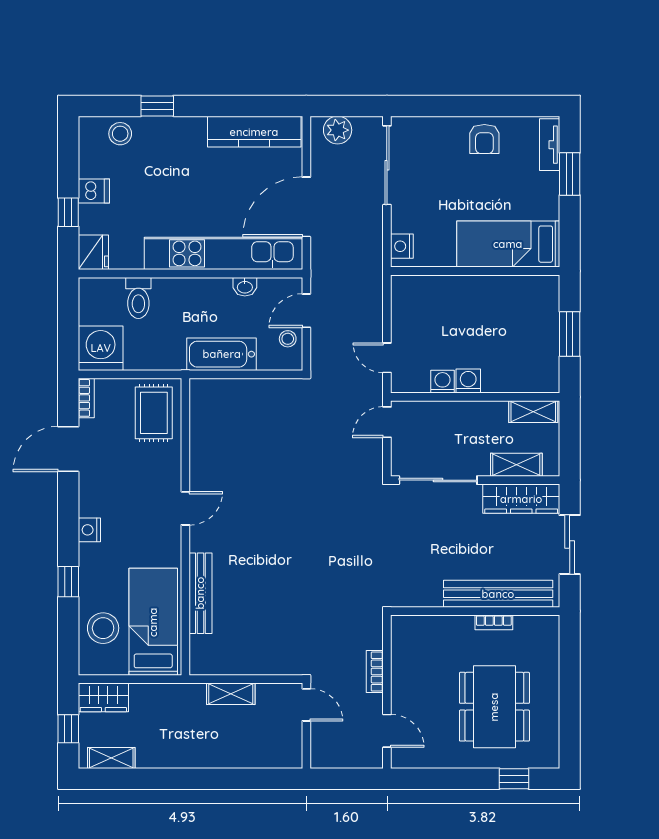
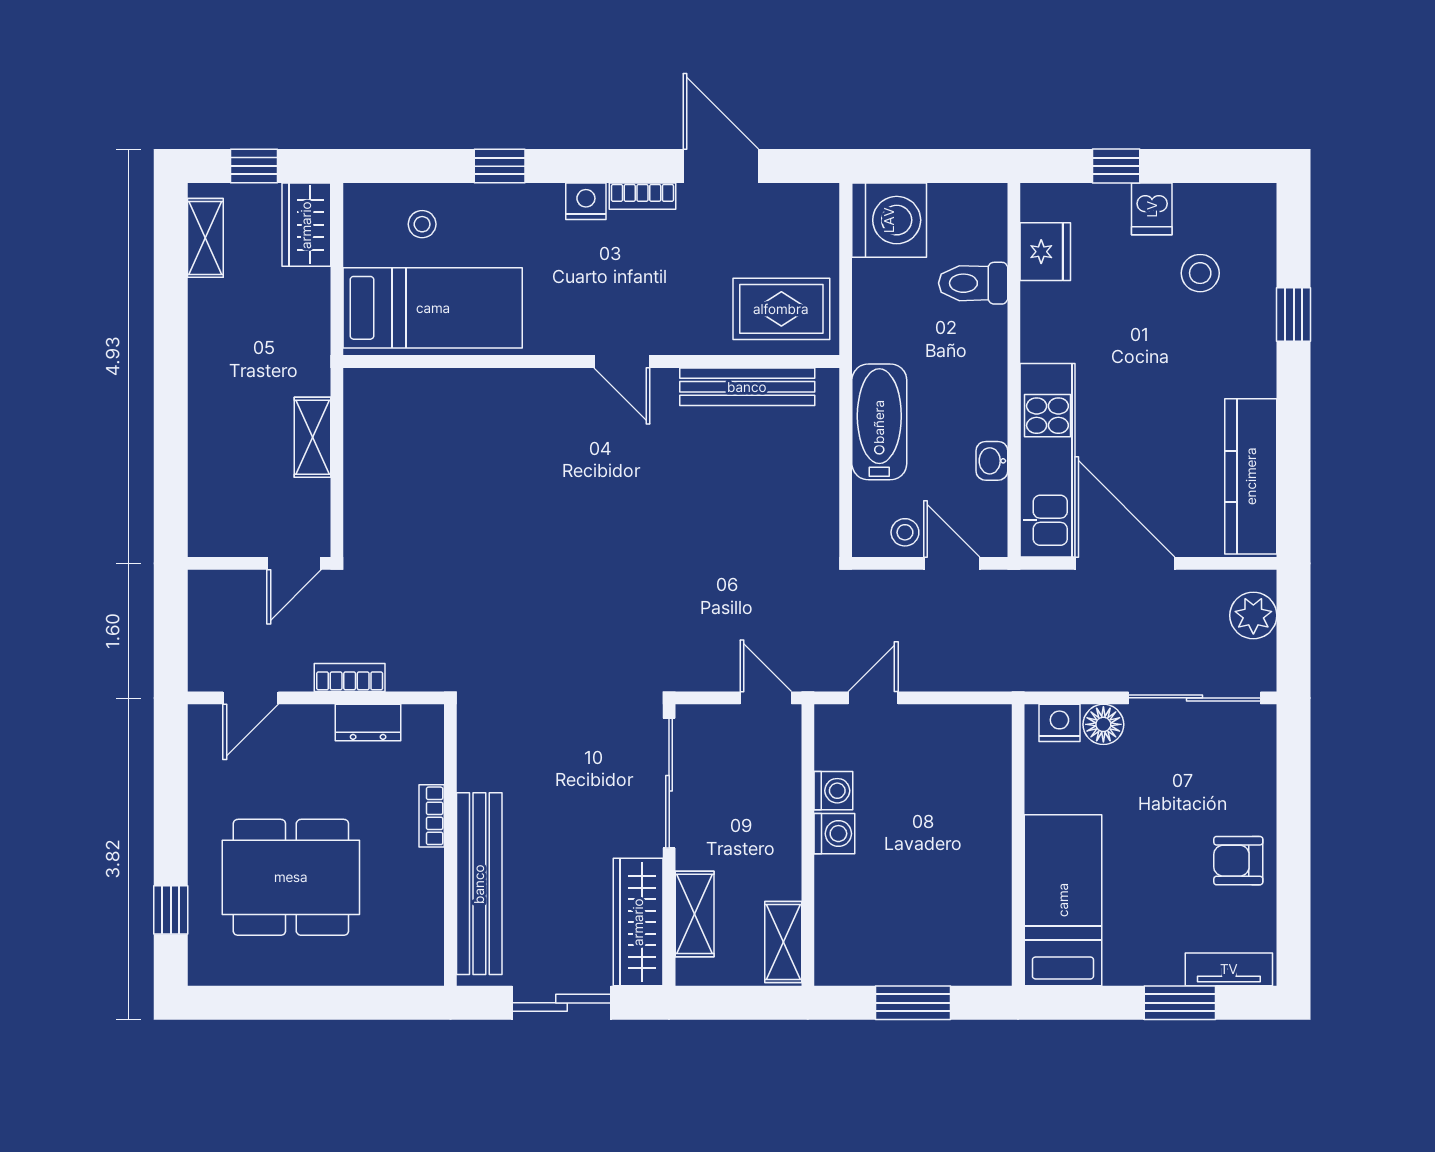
stool: (120, 134) -> (1200, 273), moved
floor lamp: (403, 220) -> (1103, 724), added
fridge: (93, 252) -> (1045, 252), moved, turned -90
kitchen unit: (223, 253) -> (1047, 460), width x0.73
bookcase: (86, 398) -> (642, 196), moved
bench: (200, 593) -> (747, 387), moved
bookcase: (494, 622) -> (432, 816), moved
stool: (103, 628) -> (422, 224), width x0.53, depth x0.53
dresser: (402, 660) -> (368, 723), added

